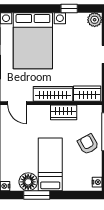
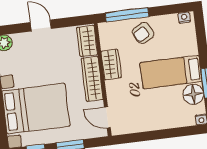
door: (17, 103) -> (107, 117), swing flipped

